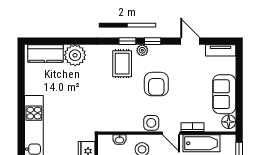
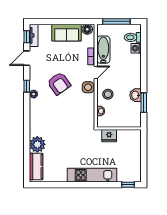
window: (127, 41) -> (27, 37), moved
rug: (122, 64) -> (44, 109), removed
armchair: (156, 84) -> (59, 83), turned 55

